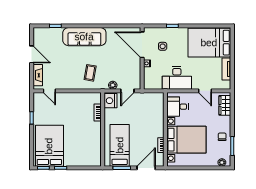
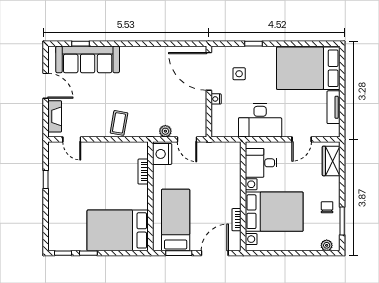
sofa: (84, 37) -> (88, 59), moved
coffee table: (90, 73) -> (119, 123), moved
door: (127, 91) -> (187, 139), hinge flipped
door: (205, 91) -> (302, 139), hinge flipped
bed: (49, 146) -> (118, 230), moved, turned -90

